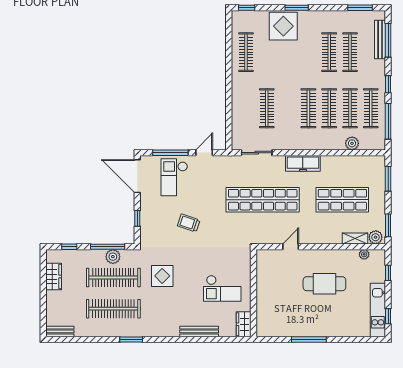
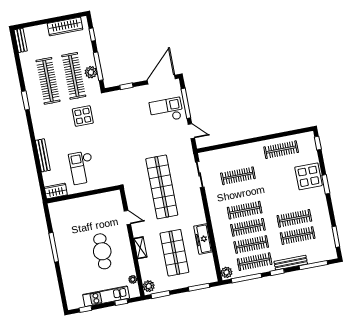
bench: (380, 40) -> (291, 263), moved
plant: (352, 143) -> (227, 272), moved
freezer: (303, 163) -> (203, 239), moved
trolley: (189, 223) -> (131, 129), removed
shelving: (355, 238) -> (140, 248), moved
wardrobe: (54, 277) -> (65, 26), width x1.50
kitchen unit: (378, 310) -> (106, 296), moved

